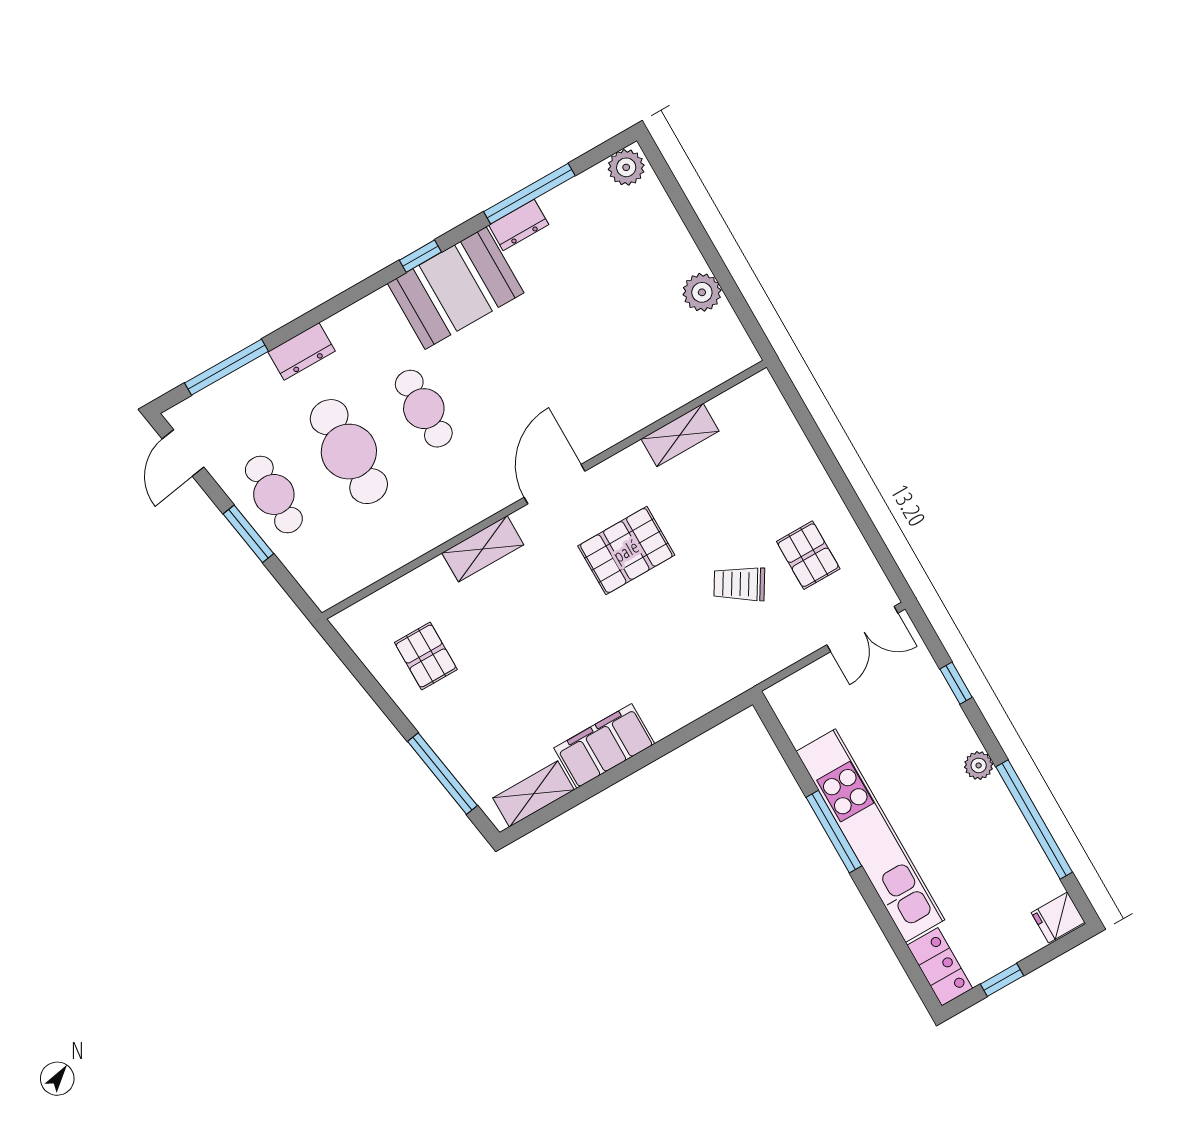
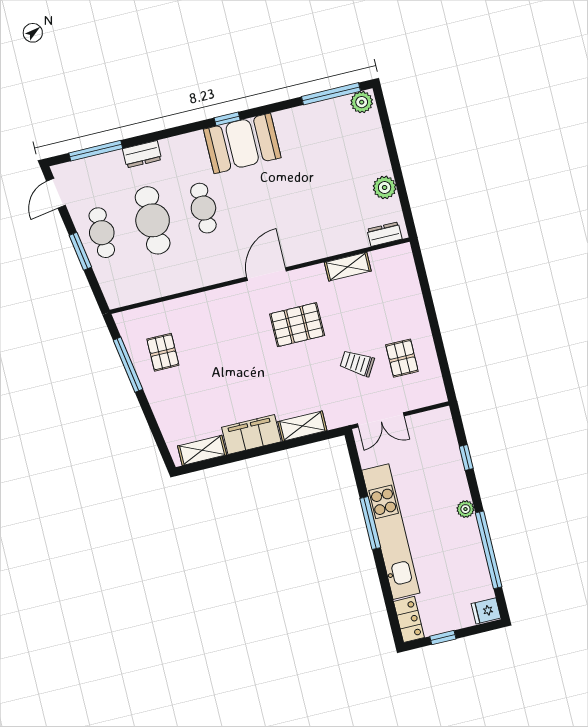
window: (529, 194) -> (331, 94), moved
dresser: (519, 225) -> (385, 234), moved, turned 180
shelving: (483, 549) -> (302, 426), moved
double door: (862, 629) -> (381, 420), moved
window: (442, 774) -> (128, 365), moved

